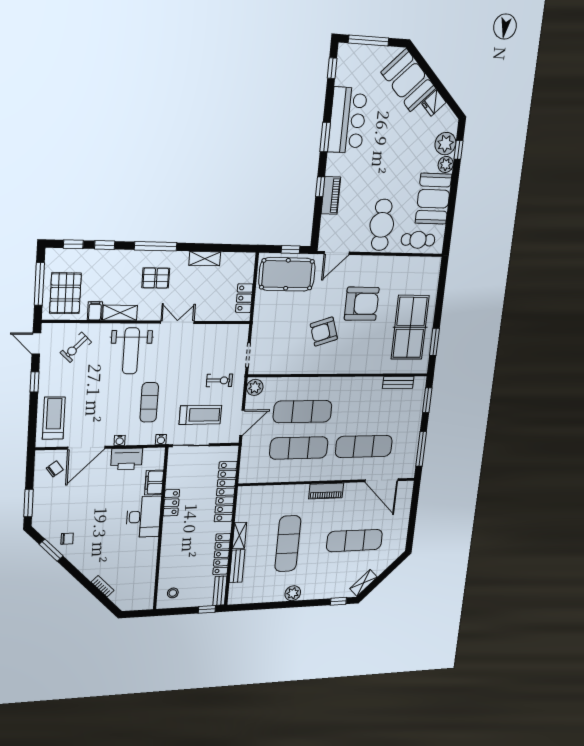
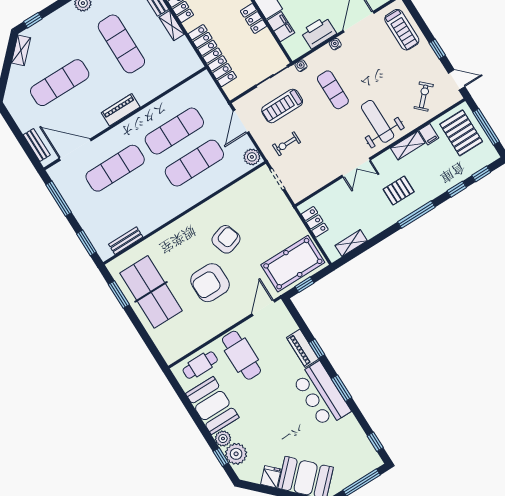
bar counter: (347, 120) -> (321, 395), moved
shelving: (205, 259) -> (351, 243), moved
bench: (406, 502) -> (37, 145), added

